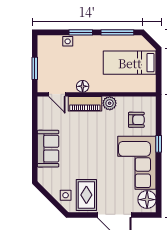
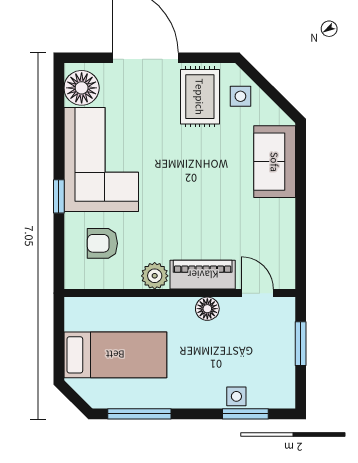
window: (81, 32) -> (245, 414), moved
sofa: (48, 149) -> (275, 162), moved

